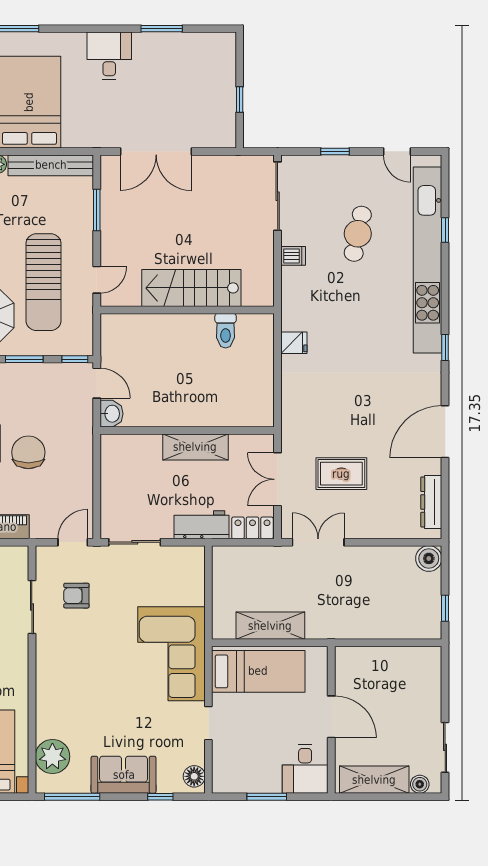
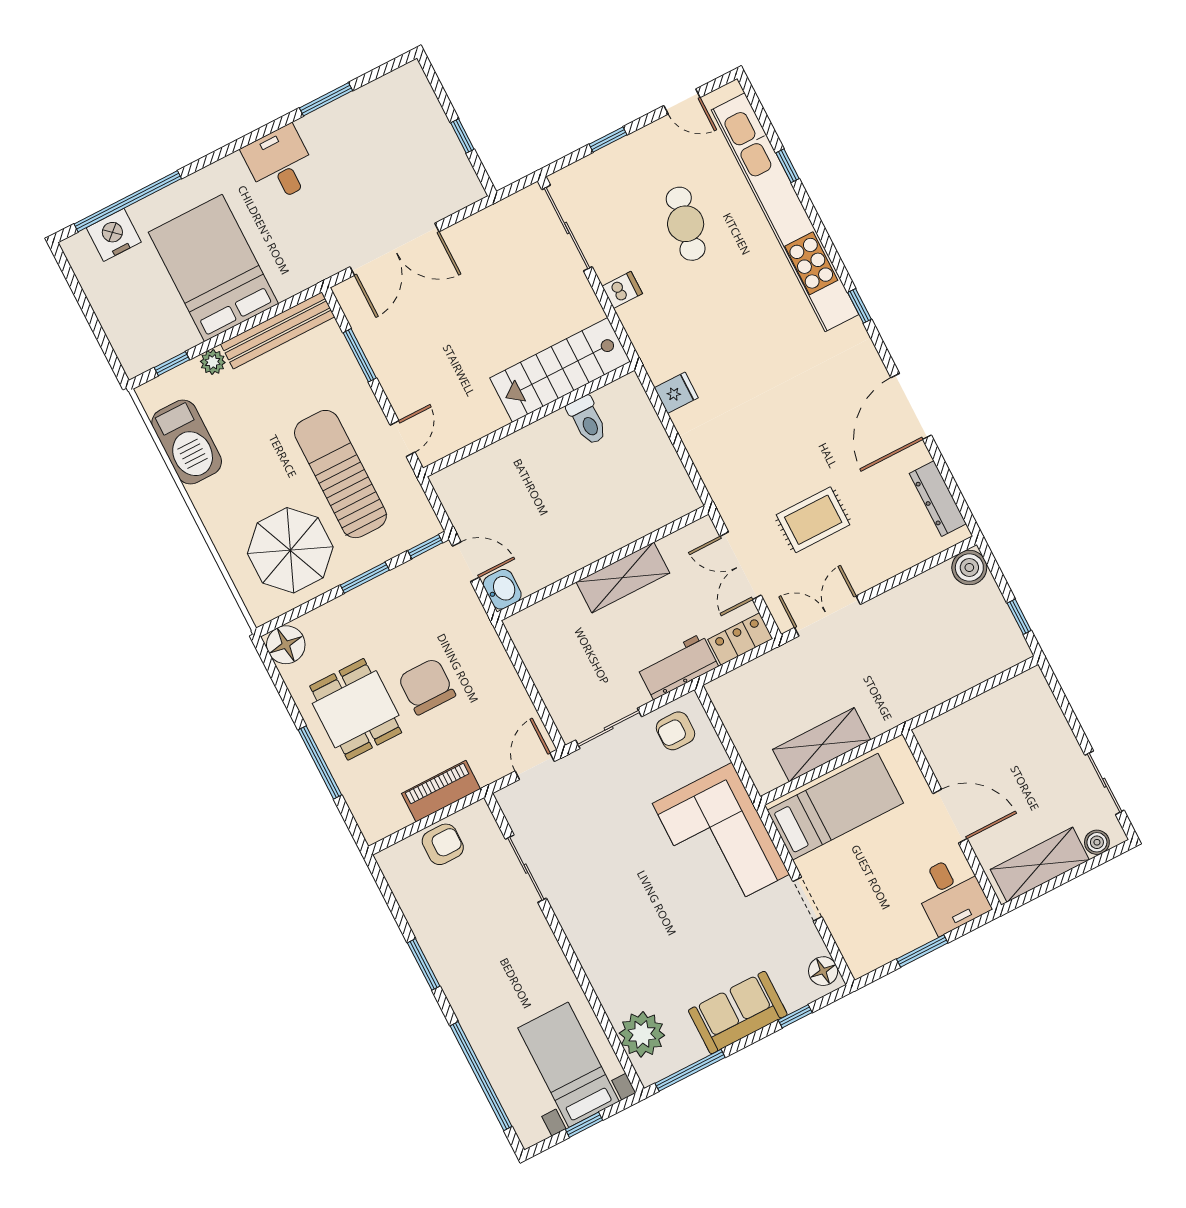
sun lounger: (43, 282) -> (340, 474), turned 180
stairs: (191, 288) -> (560, 370), moved
armchair: (76, 596) -> (675, 731), moved

